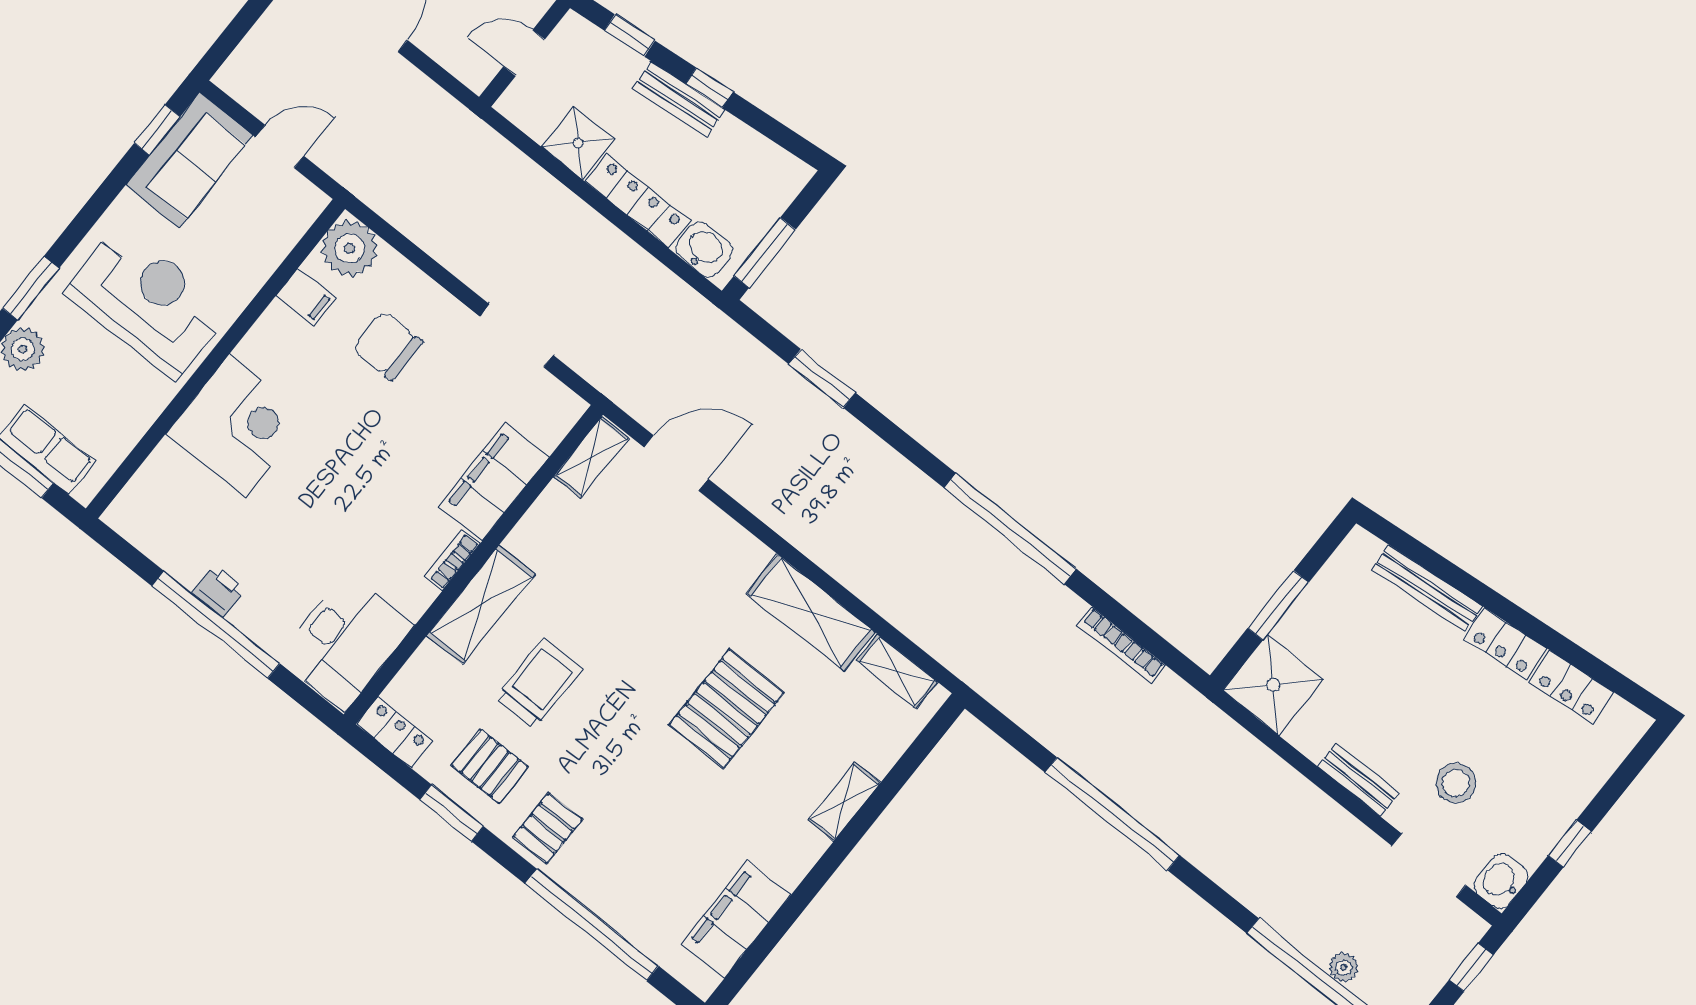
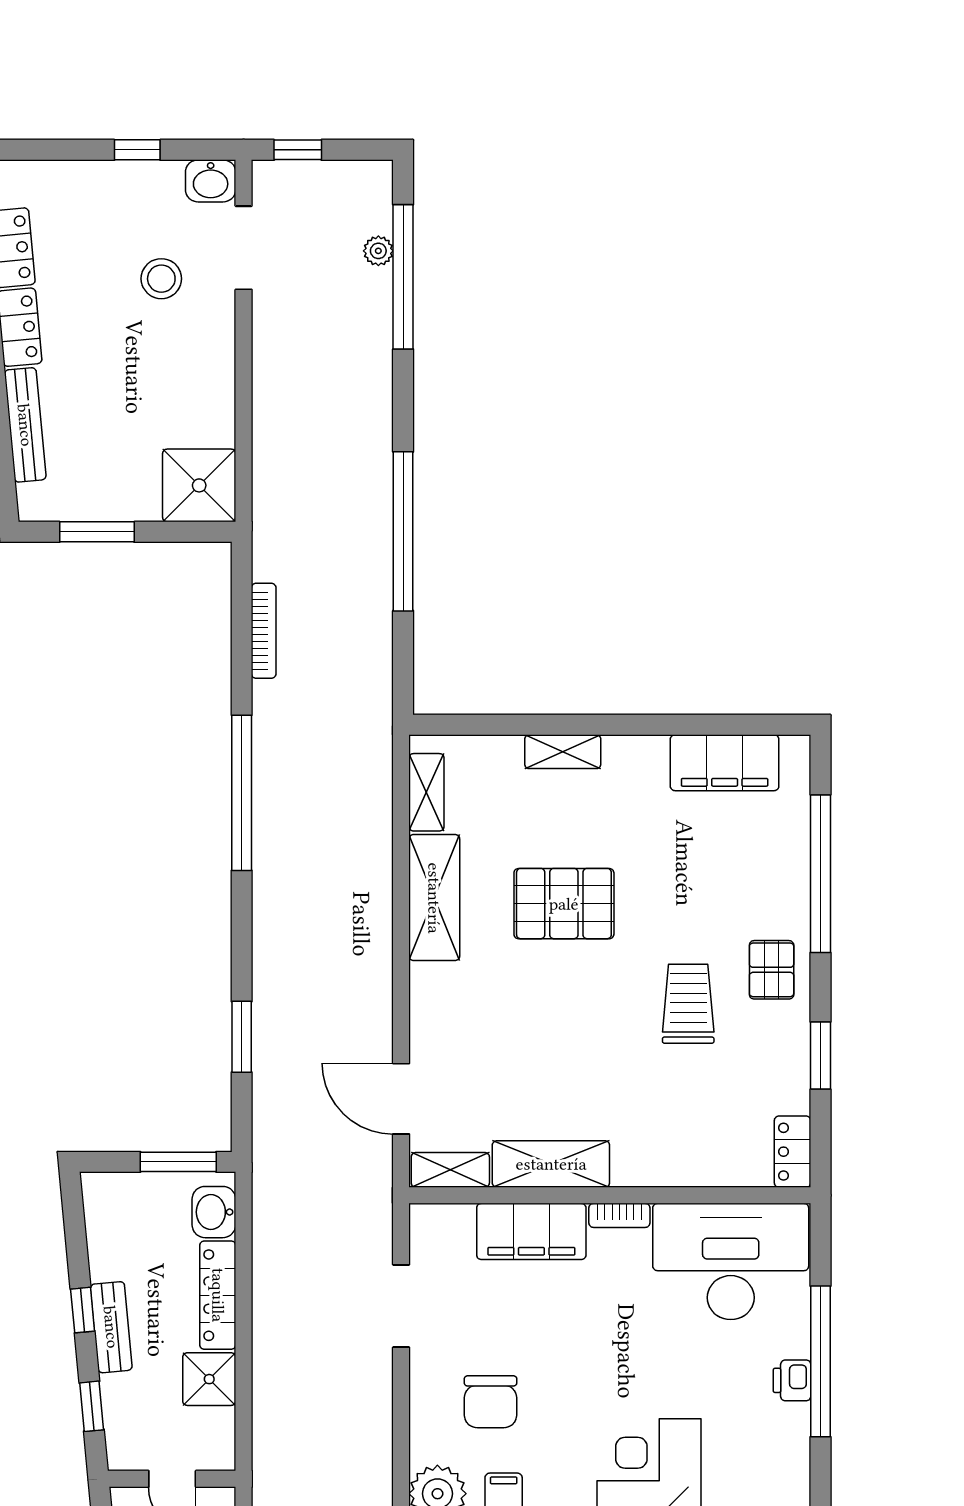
shelving: (481, 605) -> (551, 1164), moved
window: (1278, 605) -> (97, 532), moved
desk: (346, 641) -> (731, 1261), width x1.36, depth x1.30
trolley: (539, 683) -> (688, 1004), moved, turned 90
pallet: (490, 766) -> (759, 1055), removed
bench: (1359, 780) -> (220, 358), removed
pallet: (548, 828) -> (772, 970), turned 90

